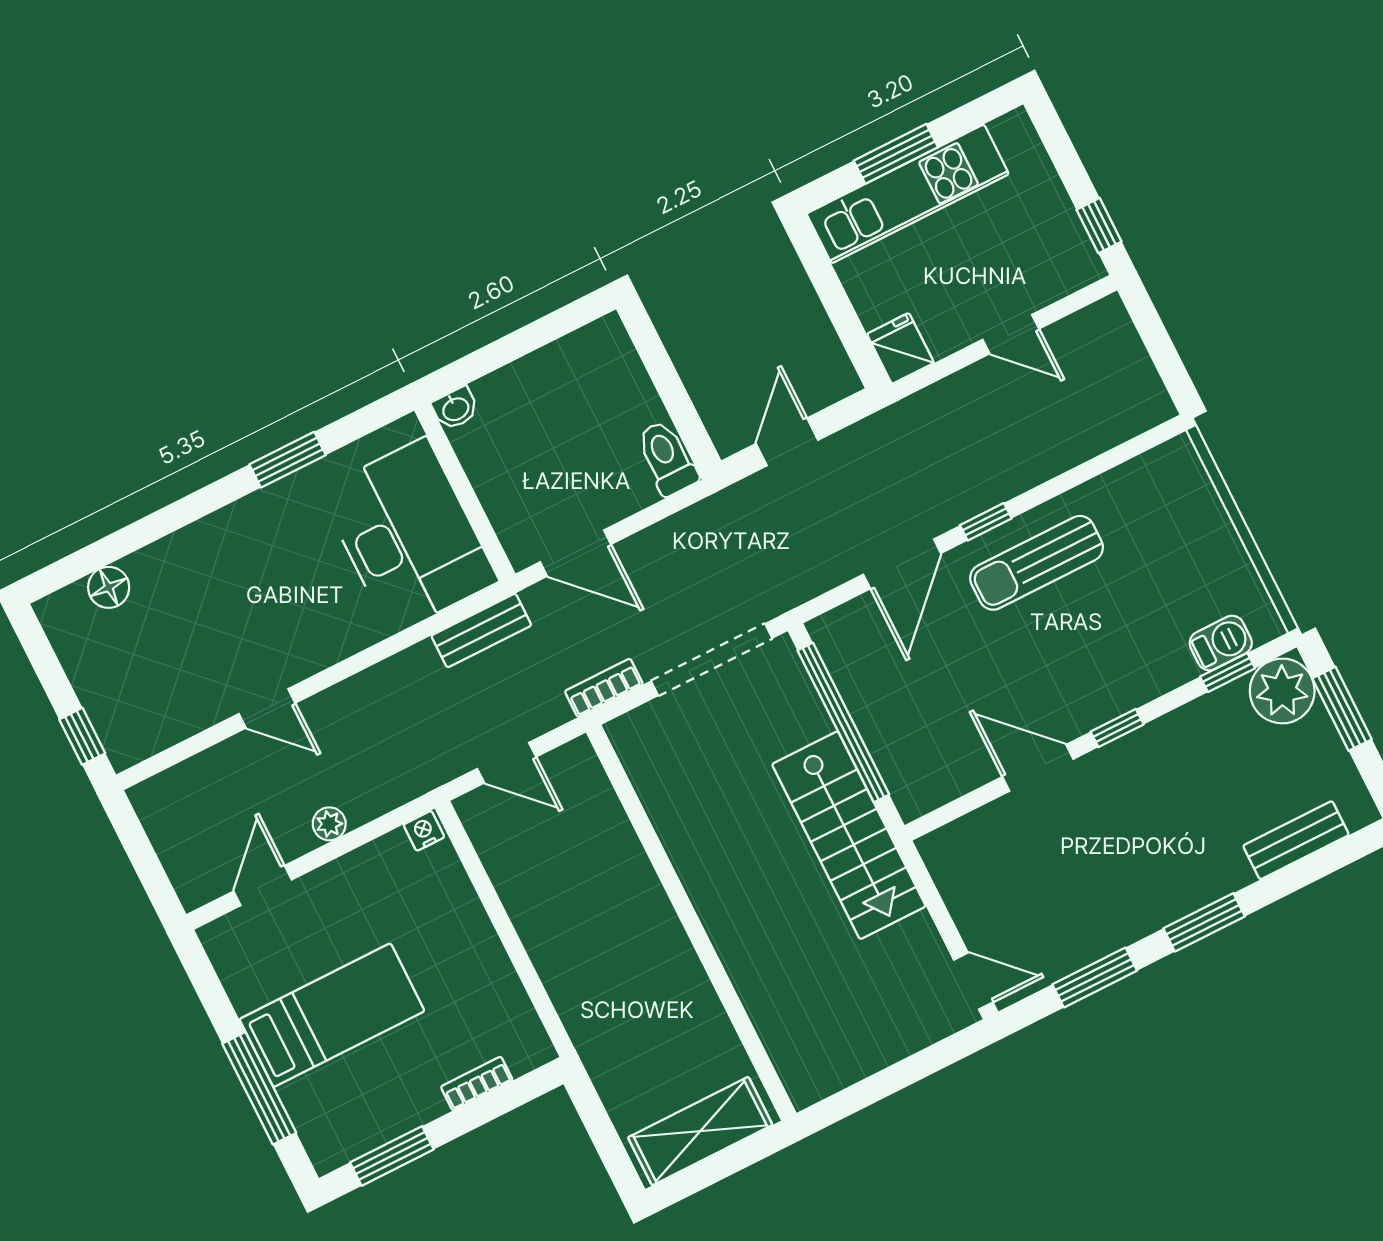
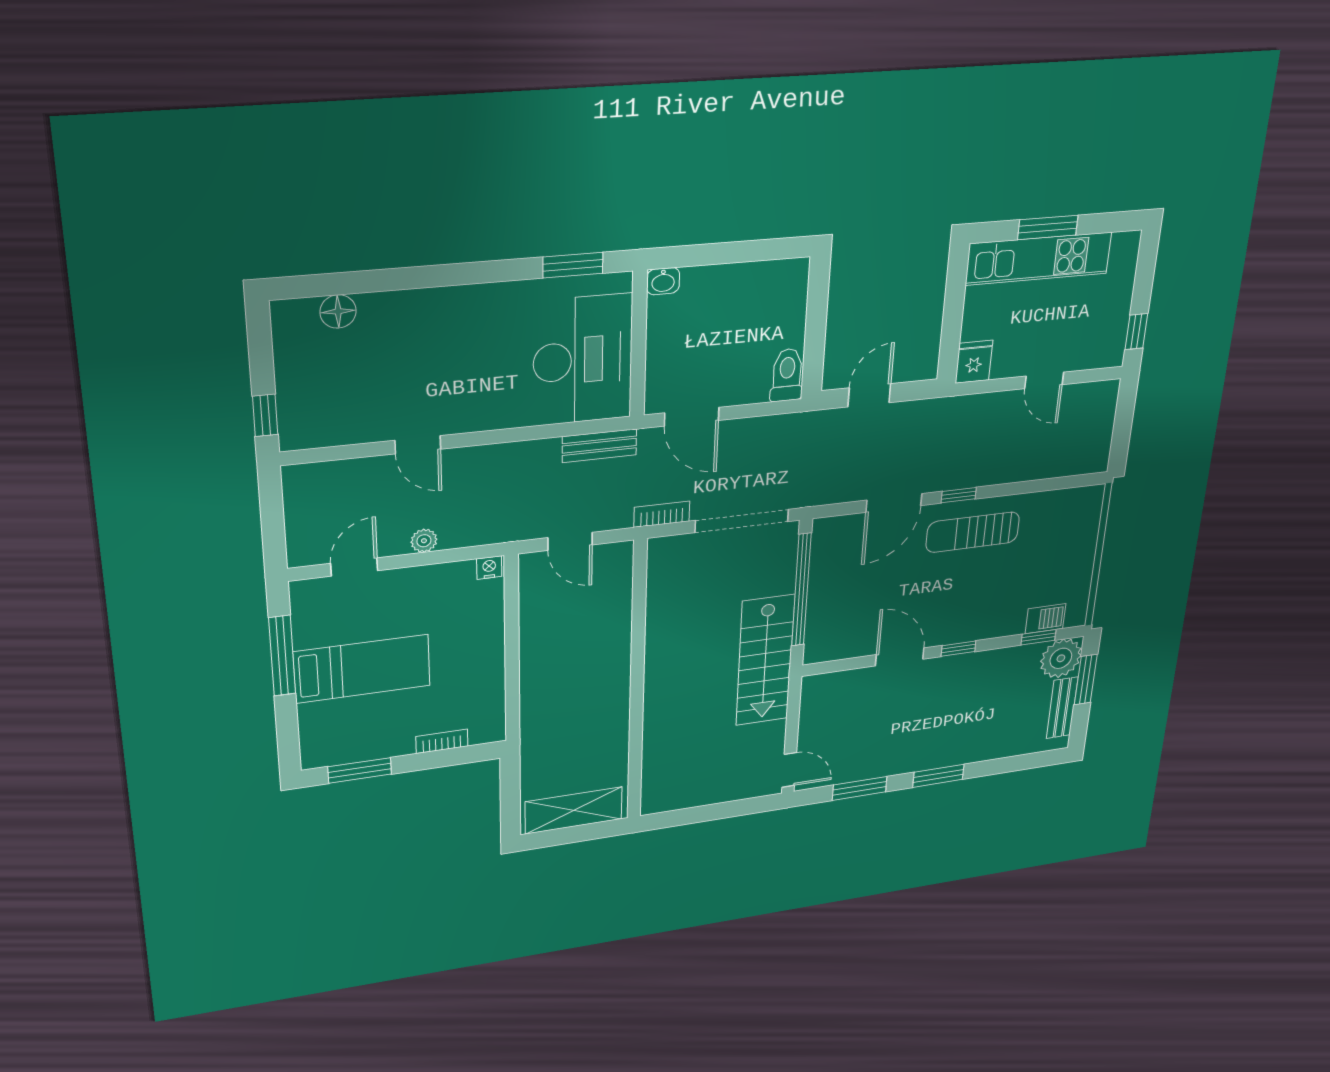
window: (288, 460) -> (573, 265), moved
bench: (1296, 840) -> (1062, 708), moved, turned 90
window: (259, 1088) -> (282, 656), moved

